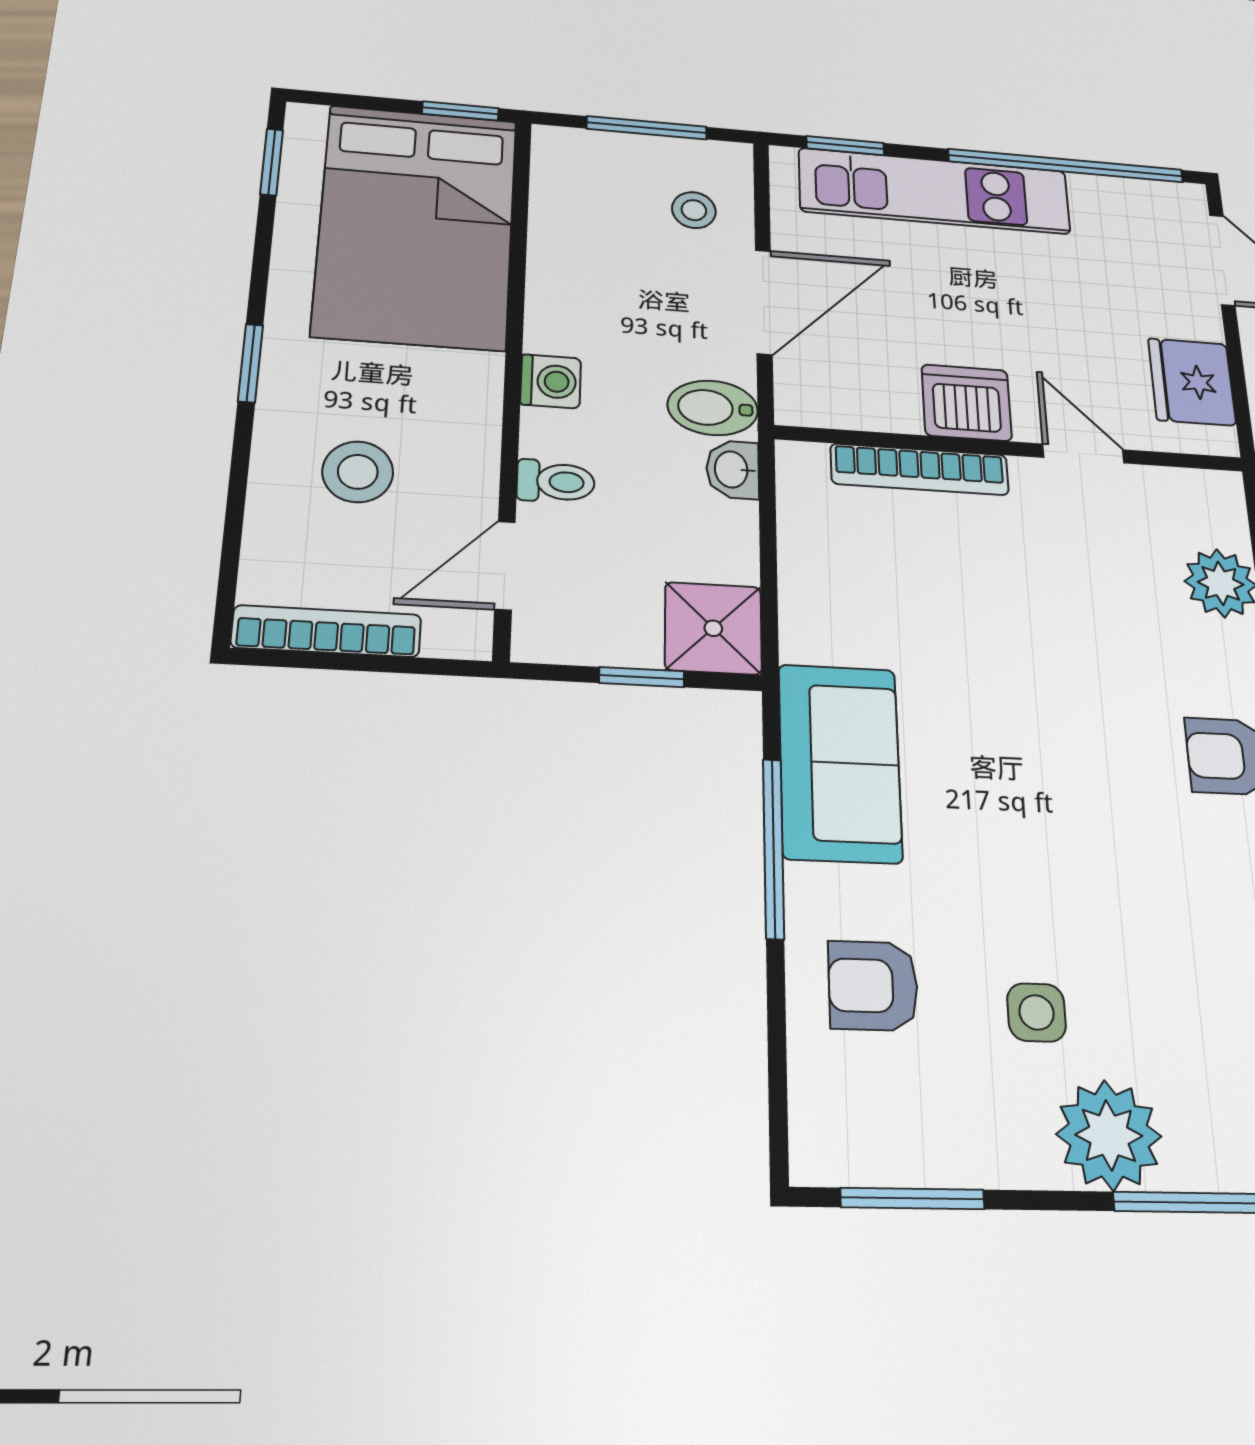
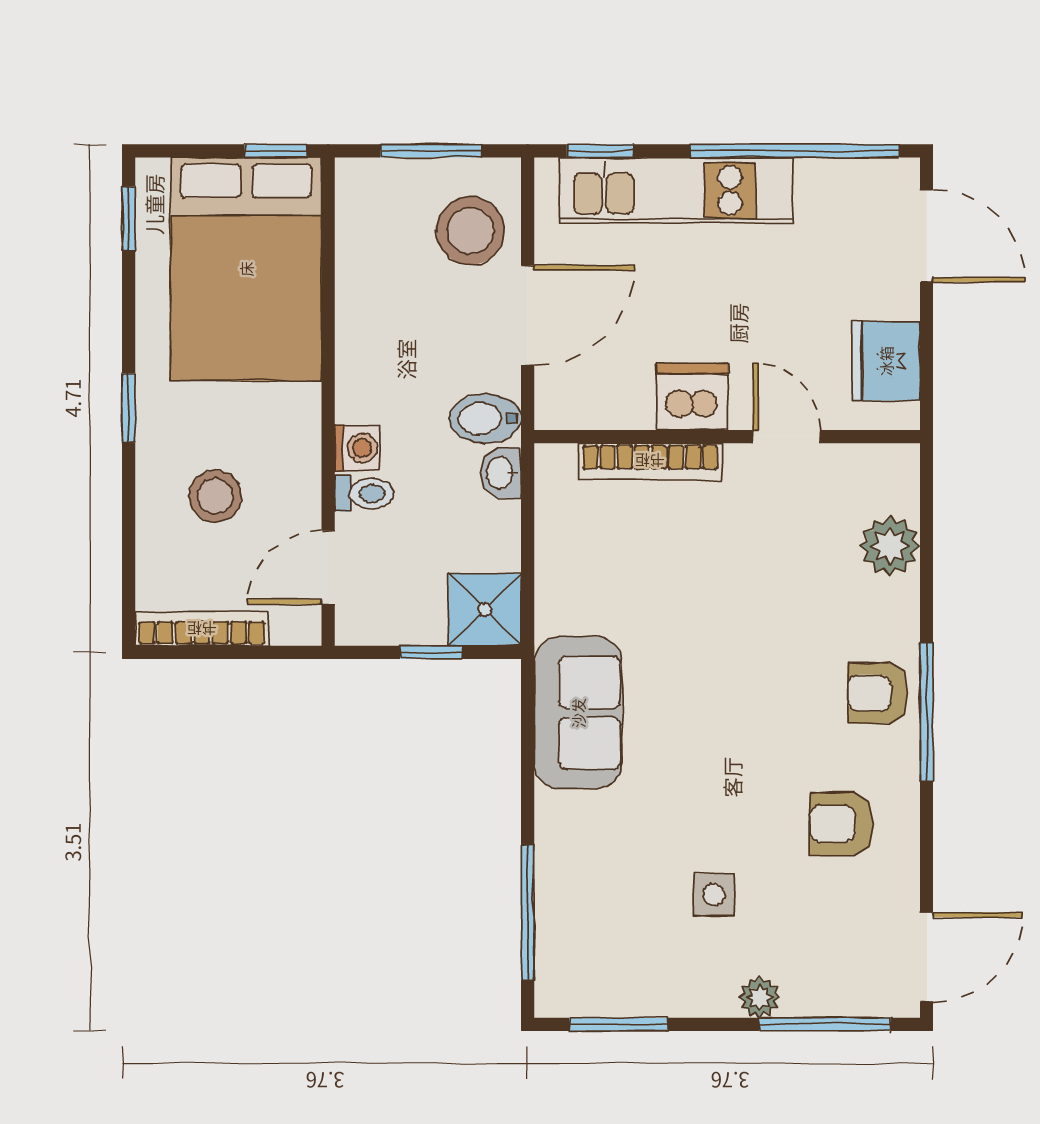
stool: (694, 210) -> (470, 231), width x1.89, depth x1.89
washing machine: (551, 381) -> (358, 448), moved
window: (773, 848) -> (528, 913), moved
armchair: (873, 986) -> (841, 824), moved
plant: (1109, 1135) -> (760, 997), width x0.53, depth x0.53

